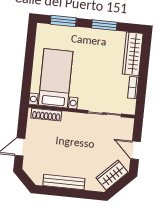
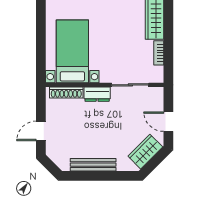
dresser: (74, 119) -> (97, 94), added

